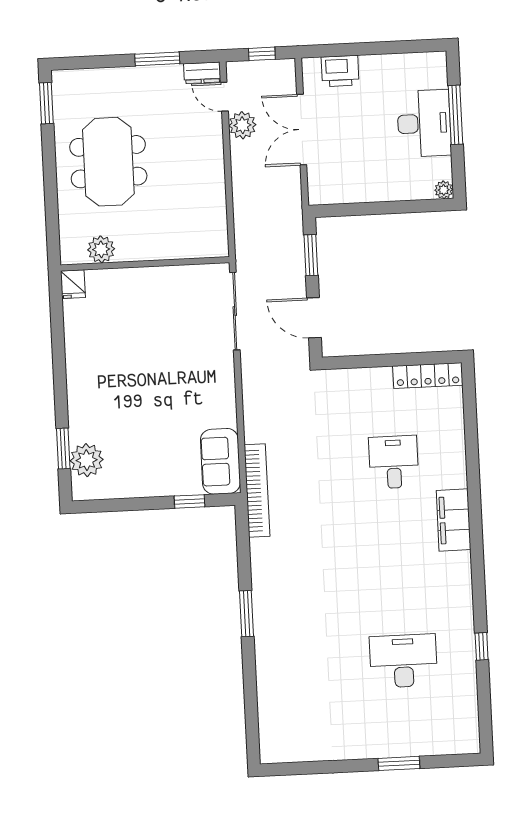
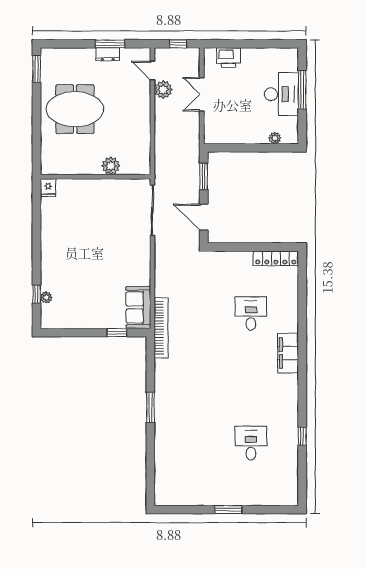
dresser: (202, 73) -> (108, 54), moved
double door: (302, 130) -> (202, 94), width x0.73
meeting table: (108, 162) -> (75, 109), turned 90
plant: (444, 190) -> (275, 138), moved
plant: (101, 249) -> (111, 166), moved
window: (63, 448) -> (36, 294), width x0.67
plant: (87, 460) -> (46, 297), width x0.53, depth x0.53
desk: (403, 661) -> (251, 443), width x0.73
window: (399, 763) -> (228, 510), moved

